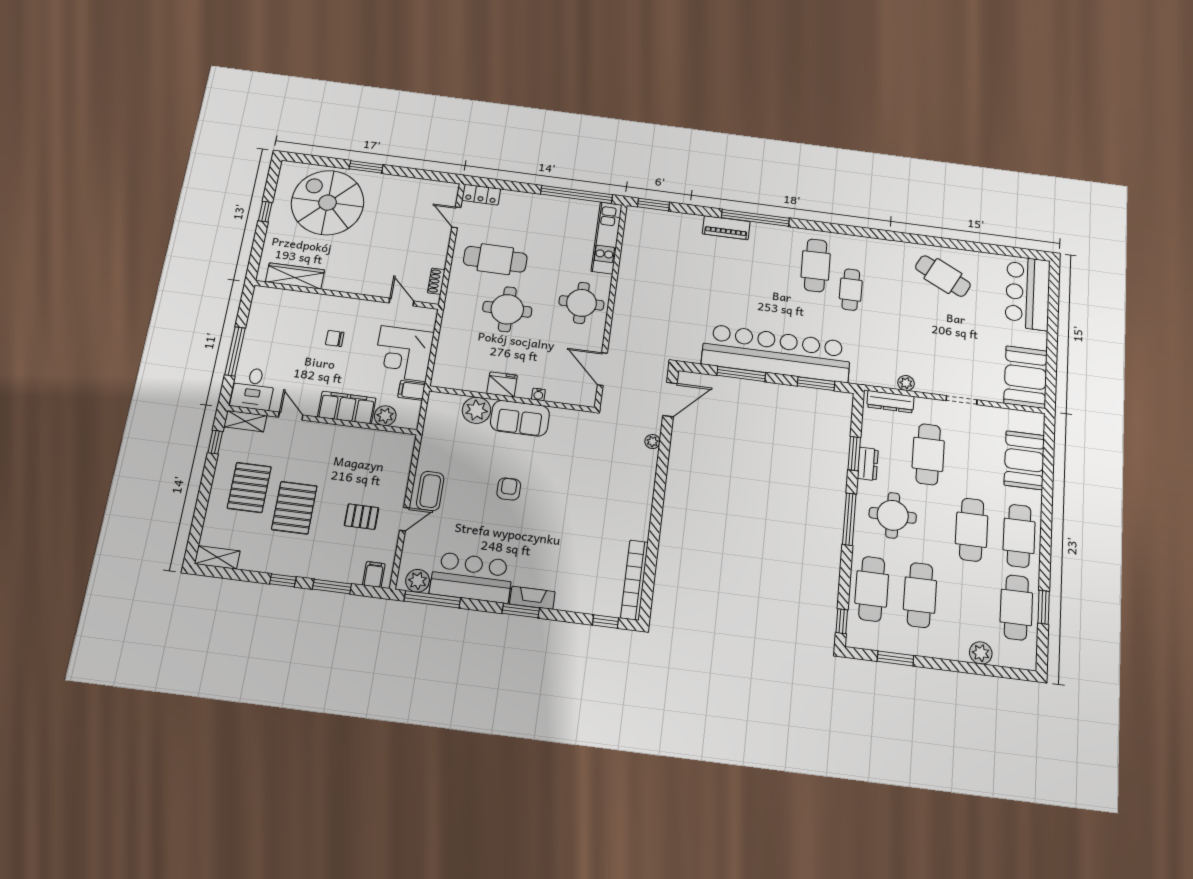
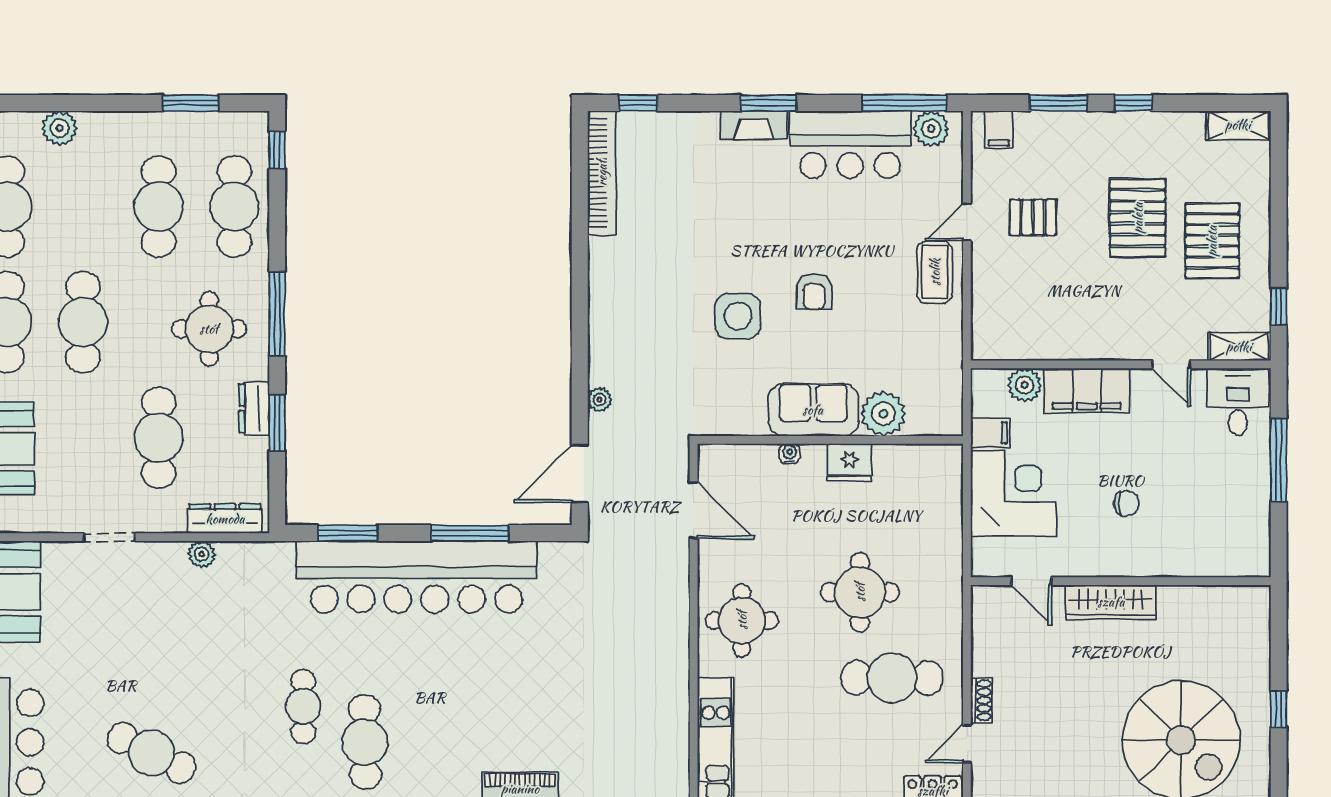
door: (456, 217) -> (967, 744), swing flipped
wardrobe: (295, 276) -> (1111, 602), moved
shoe rack: (436, 281) -> (981, 700), moved
side table: (559, 480) -> (738, 316), added

